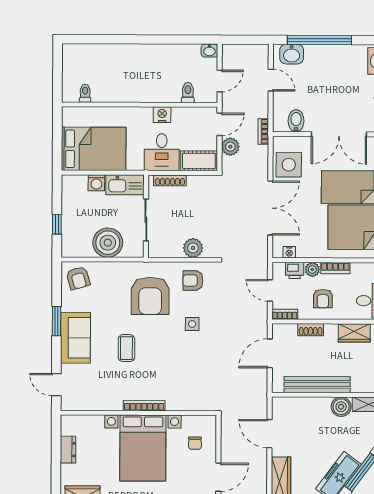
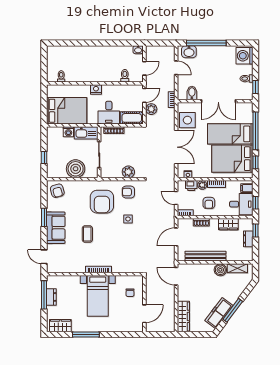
nightstand: (162, 115) -> (96, 89), moved
door: (270, 434) -> (176, 276), moved
window: (56, 446) -> (44, 295), added
bed with nightstands: (143, 448) -> (98, 296), width x0.73

